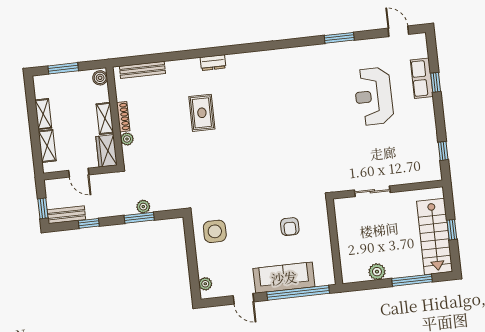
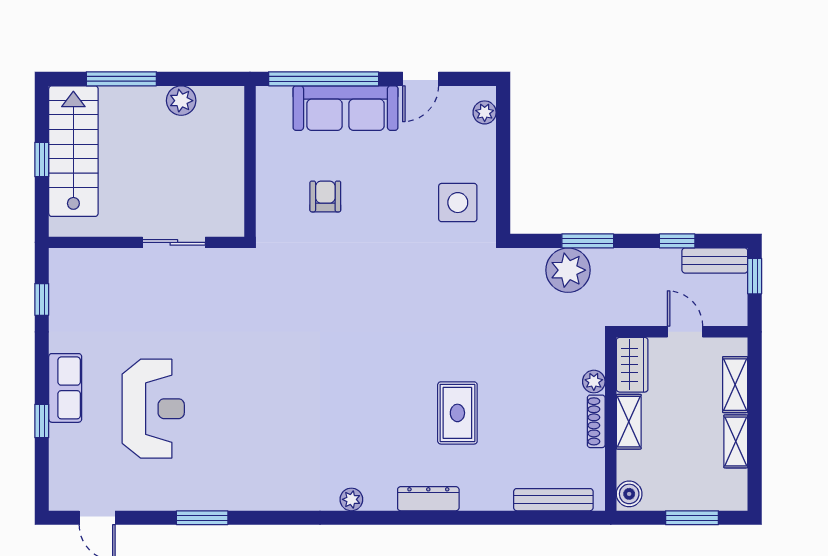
plant: (256, 57) -> (351, 499), added
dresser: (213, 63) -> (428, 499), width x1.44
row of seats: (422, 78) -> (65, 388), moved
plant: (143, 207) -> (568, 270), width x1.88, depth x1.88
door: (243, 299) -> (421, 79), swing flipped

